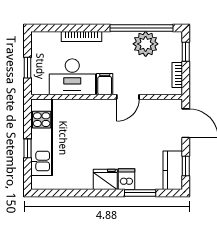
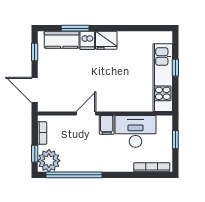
bookcase: (82, 36) -> (152, 167), moved
plant: (146, 44) -> (49, 161), moved
kitchen counter: (173, 170) -> (62, 40), moved, turned 90

